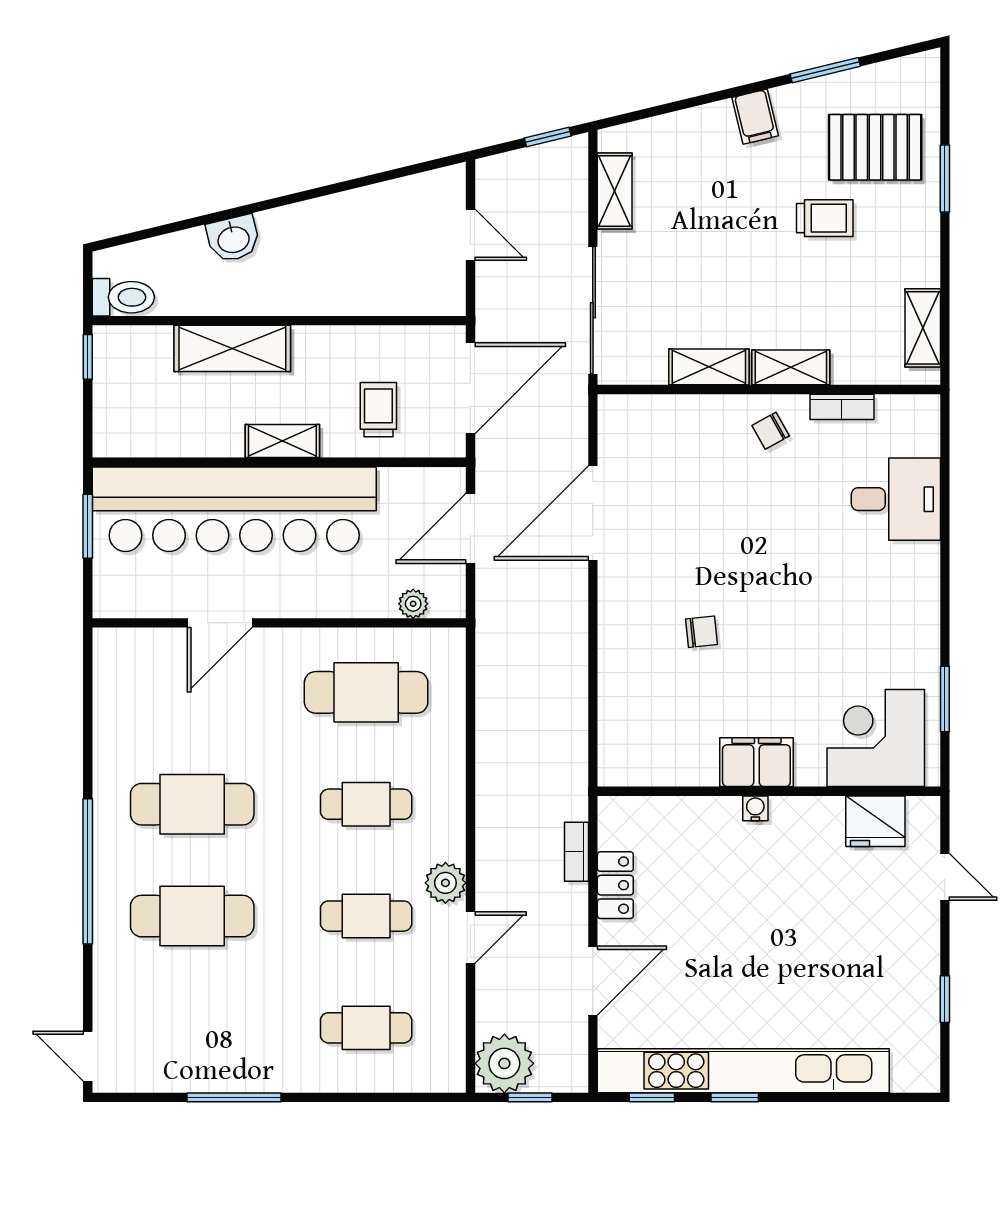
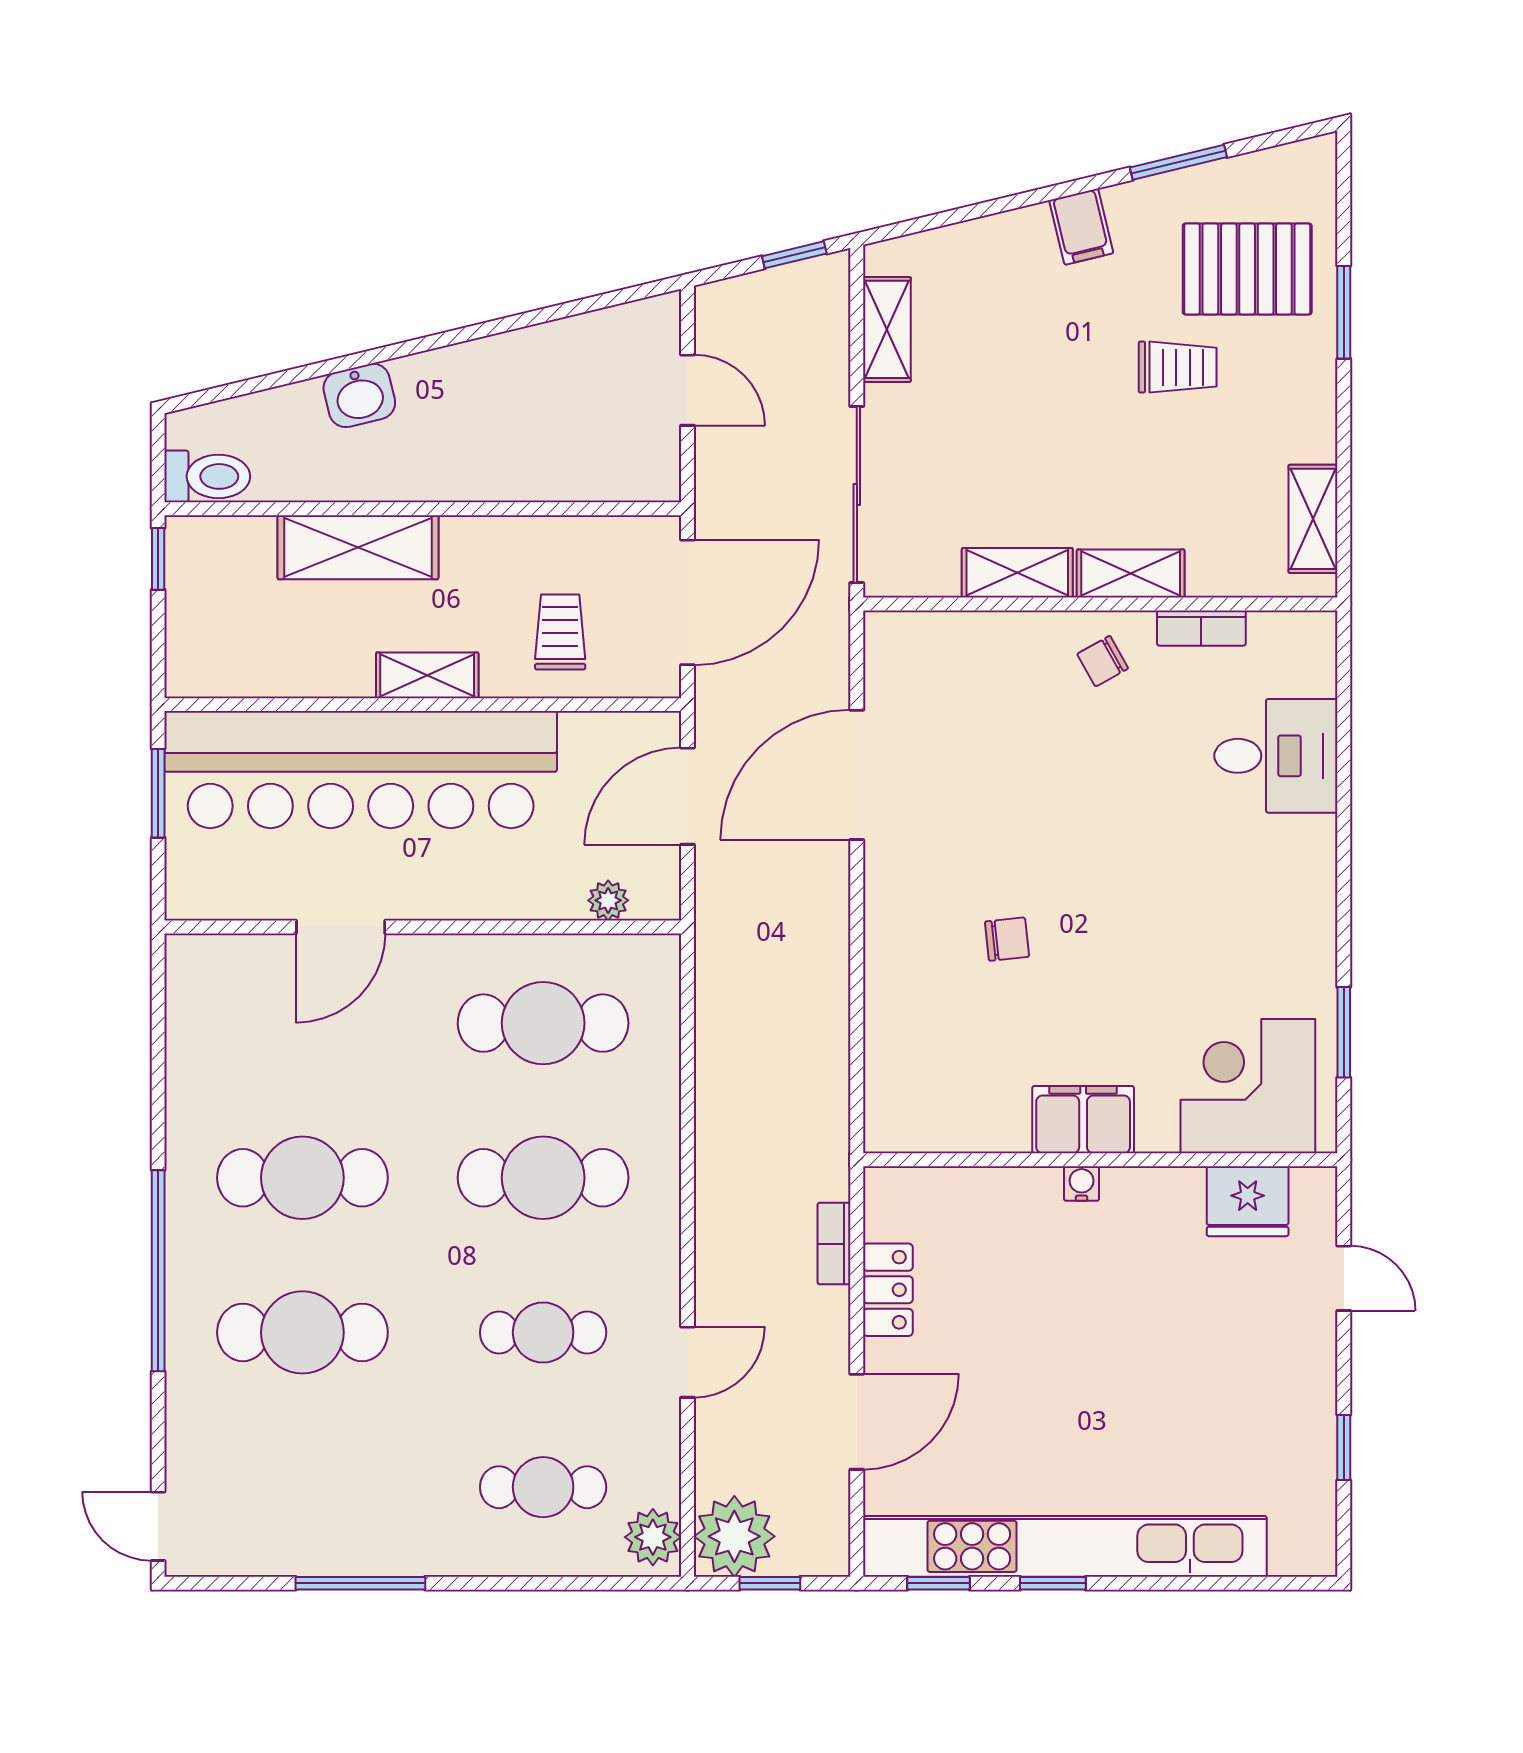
cafe table: (366, 804) -> (543, 1178), width x1.37, depth x1.35
plant: (445, 883) -> (653, 1537), moved

